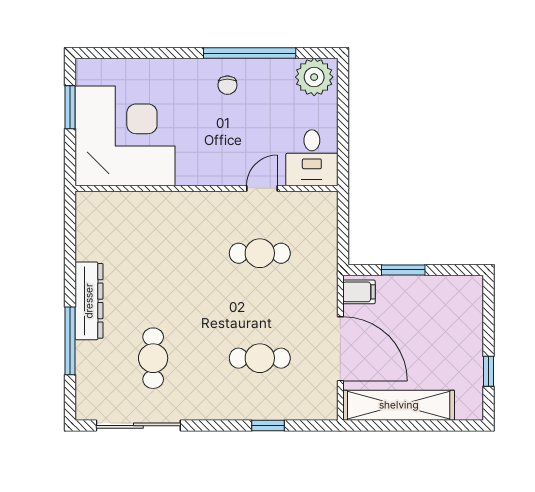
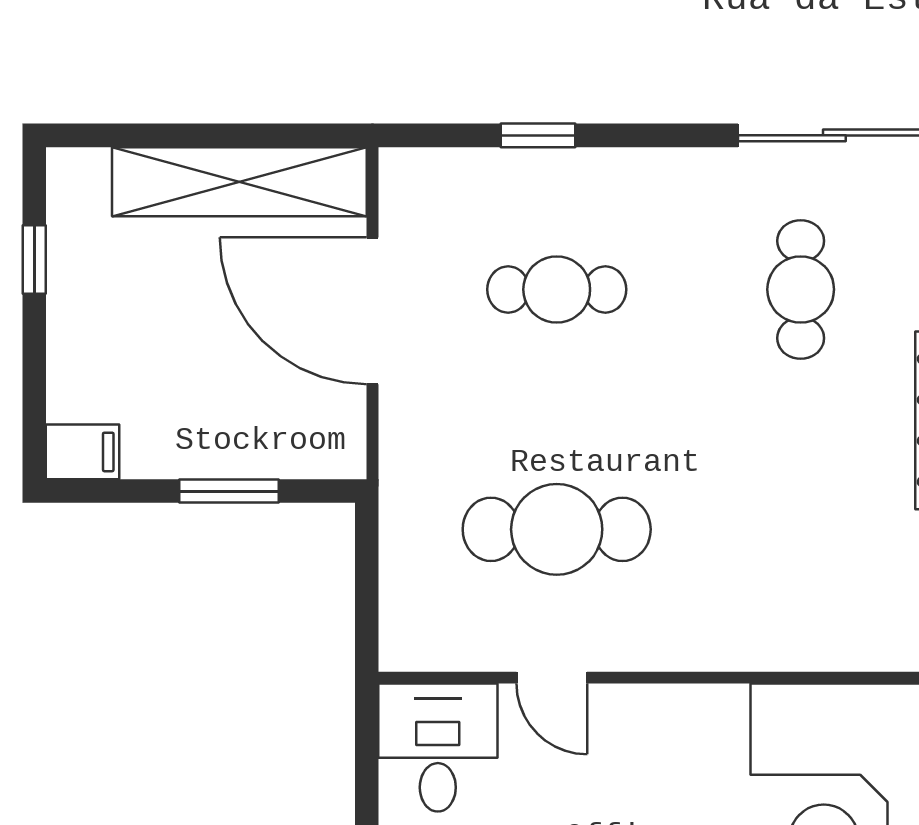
door: (262, 188) -> (552, 678), hinge flipped
cafe table: (260, 253) -> (557, 529), width x1.37, depth x1.35
filing cabinet: (359, 292) -> (83, 452), moved, turned 180

